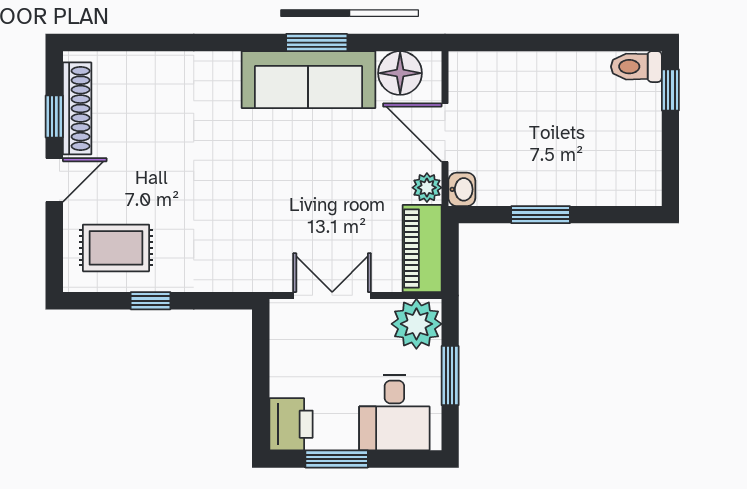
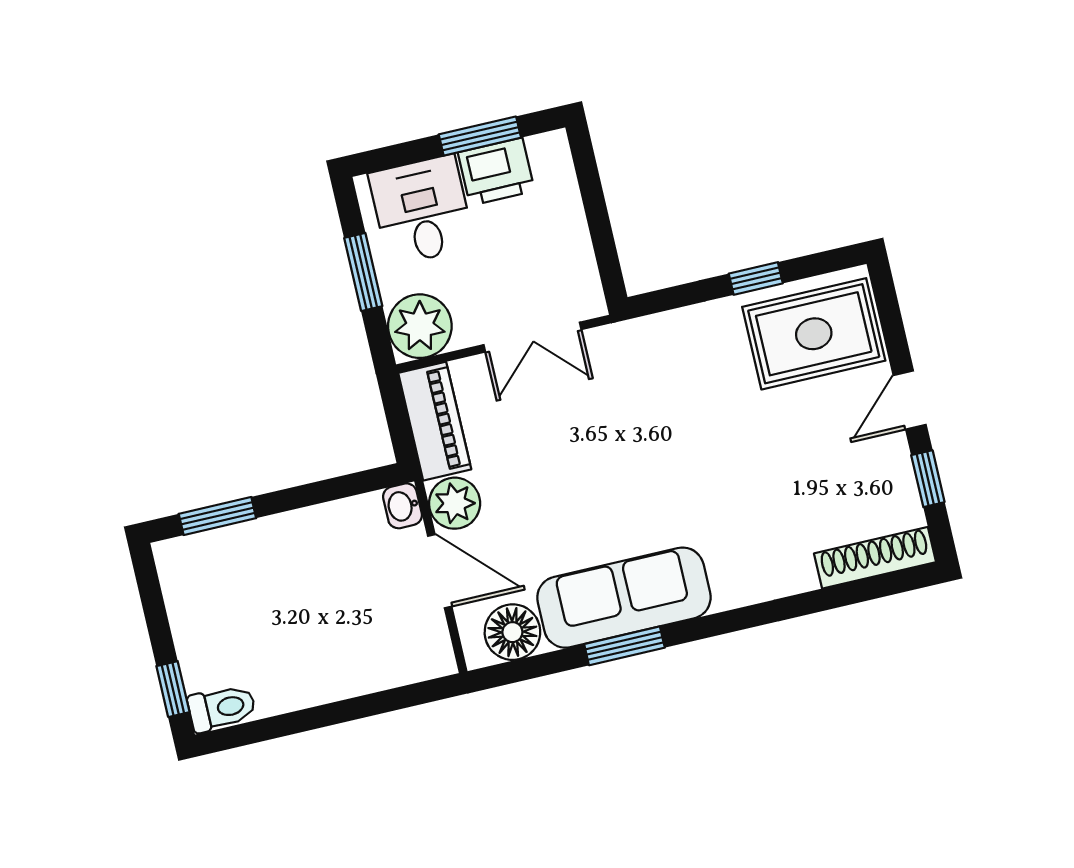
shoe rack: (77, 108) -> (875, 558), moved, turned 90
plant: (427, 188) -> (455, 503), width x1.38, depth x1.38
window: (541, 215) -> (217, 516), moved
rug: (116, 248) -> (814, 334), width x1.36, depth x1.43
printer: (291, 424) -> (496, 172), moved, turned -90

